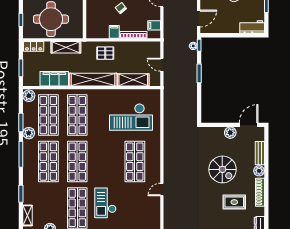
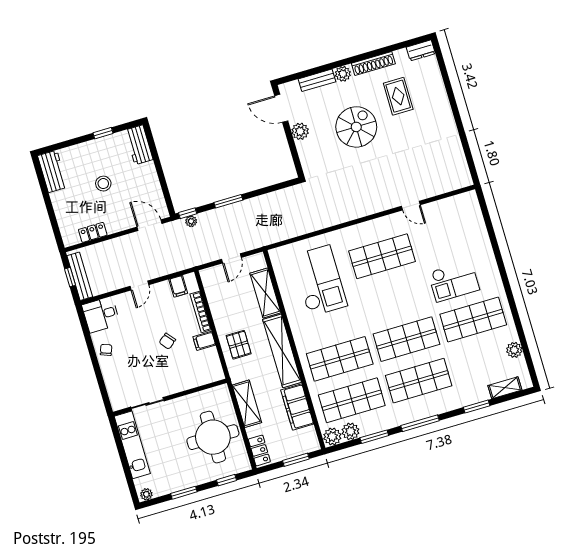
plant: (29, 133) -> (350, 431), moved

